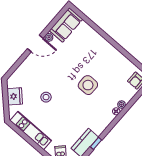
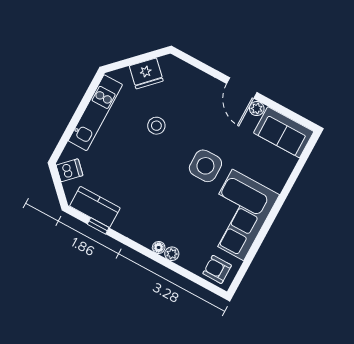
corner sofa: (108, 62) -> (238, 215), added
side table: (88, 85) -> (205, 166), moved

